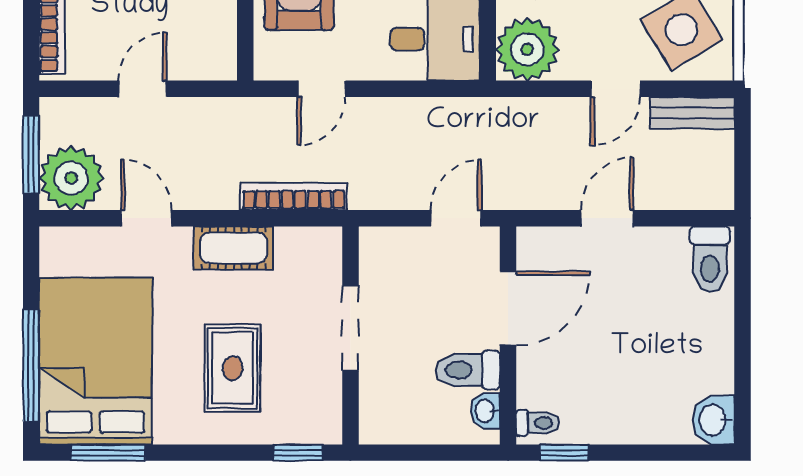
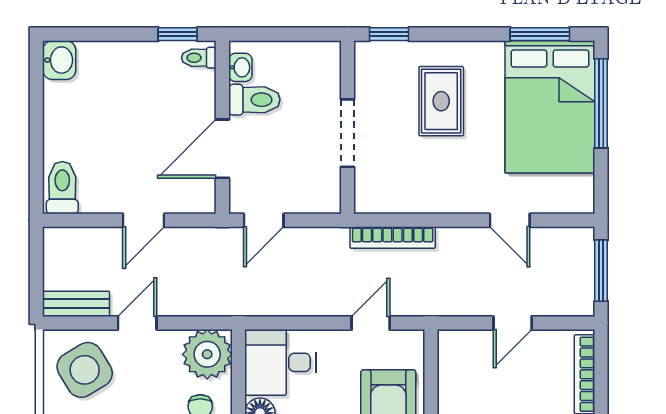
plant: (71, 178) -> (569, 252), removed
cot: (233, 248) -> (440, 197), removed

